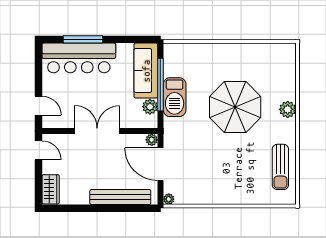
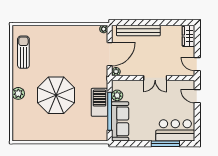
bar counter: (79, 58) -> (175, 130), width x0.73
double door: (97, 131) -> (155, 78), width x0.73
door: (160, 164) -> (110, 54), hinge flipped

